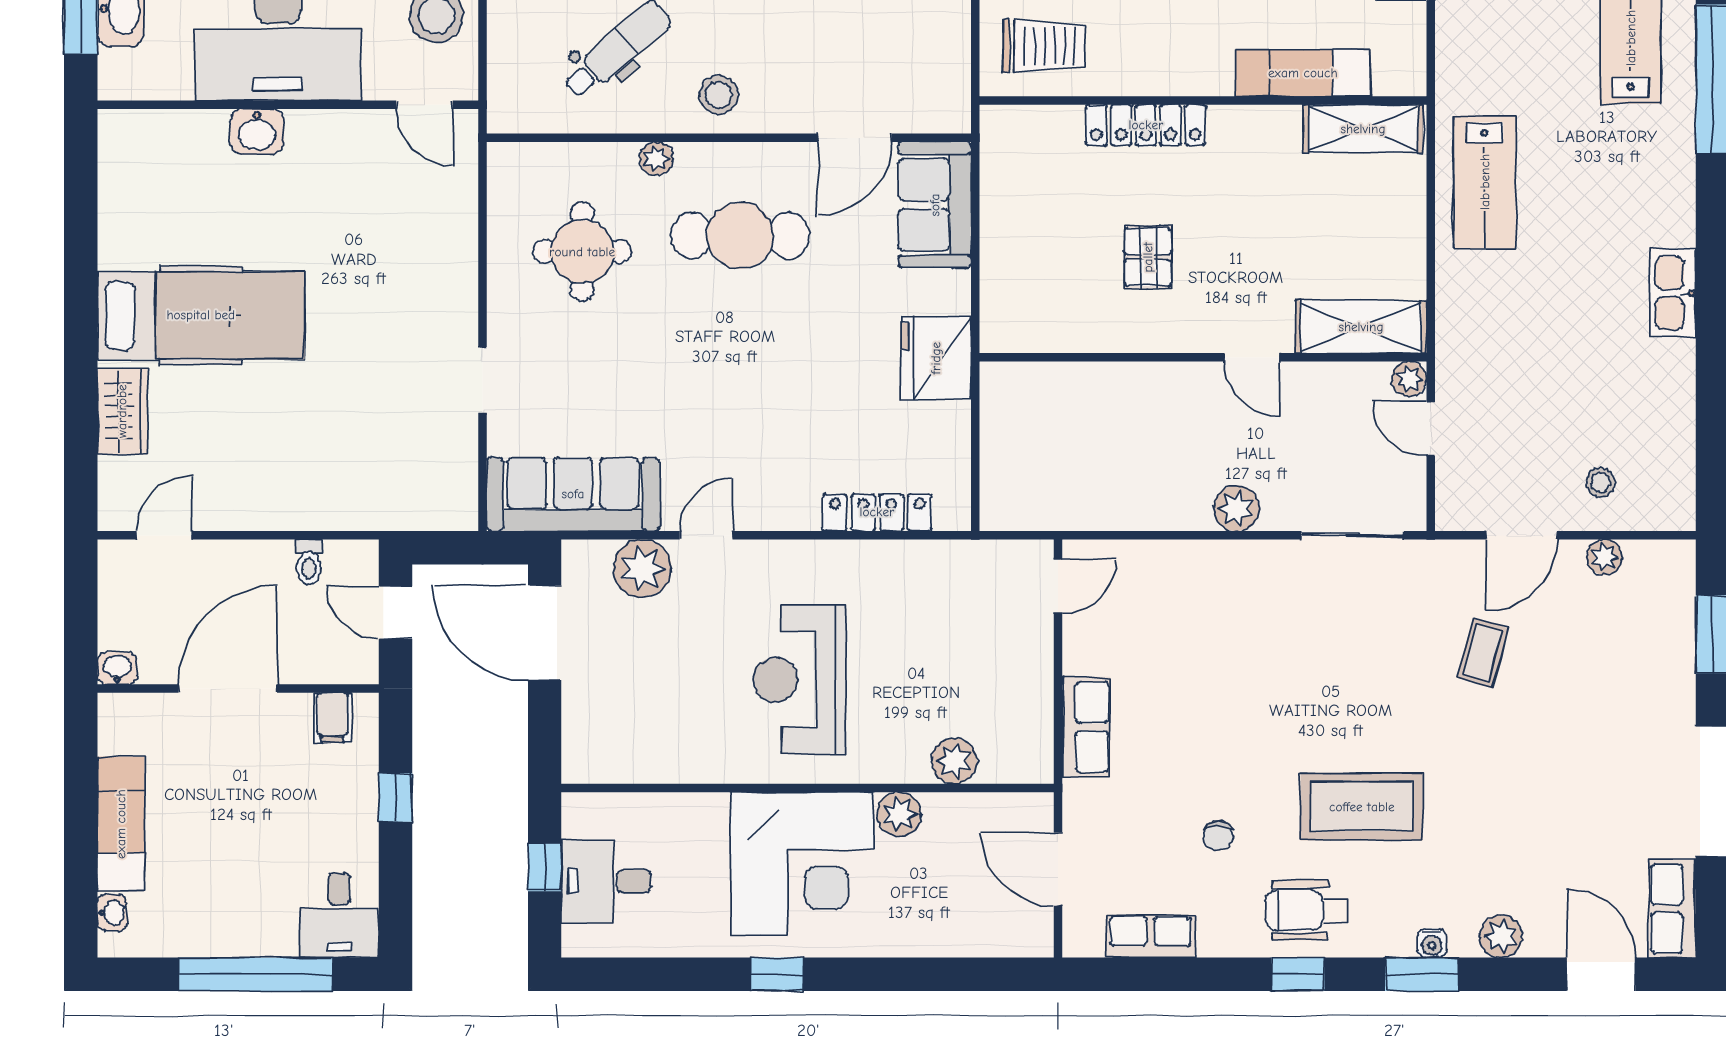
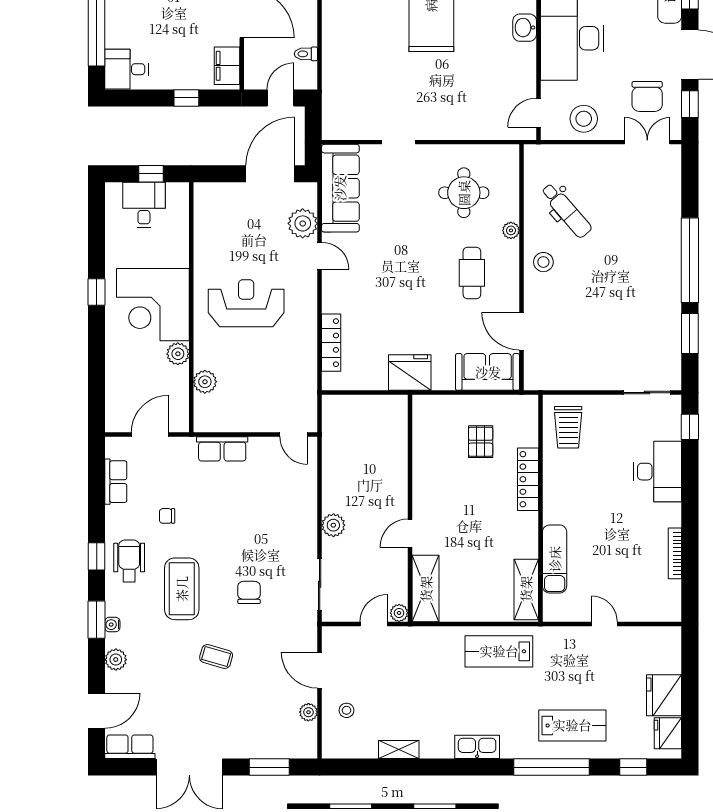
cafe table: (740, 236) -> (472, 273), width x0.73, depth x0.74
pallet: (1148, 257) -> (481, 442), moved, turned 90
kitchen sink: (1673, 293) -> (477, 747), moved
shelving: (1678, 380) -> (399, 750), added
coffee table: (1483, 653) -> (216, 656), moved
chair: (1369, 674) -> (249, 592), added
filing cabinet: (332, 717) -> (227, 66), width x2.00

